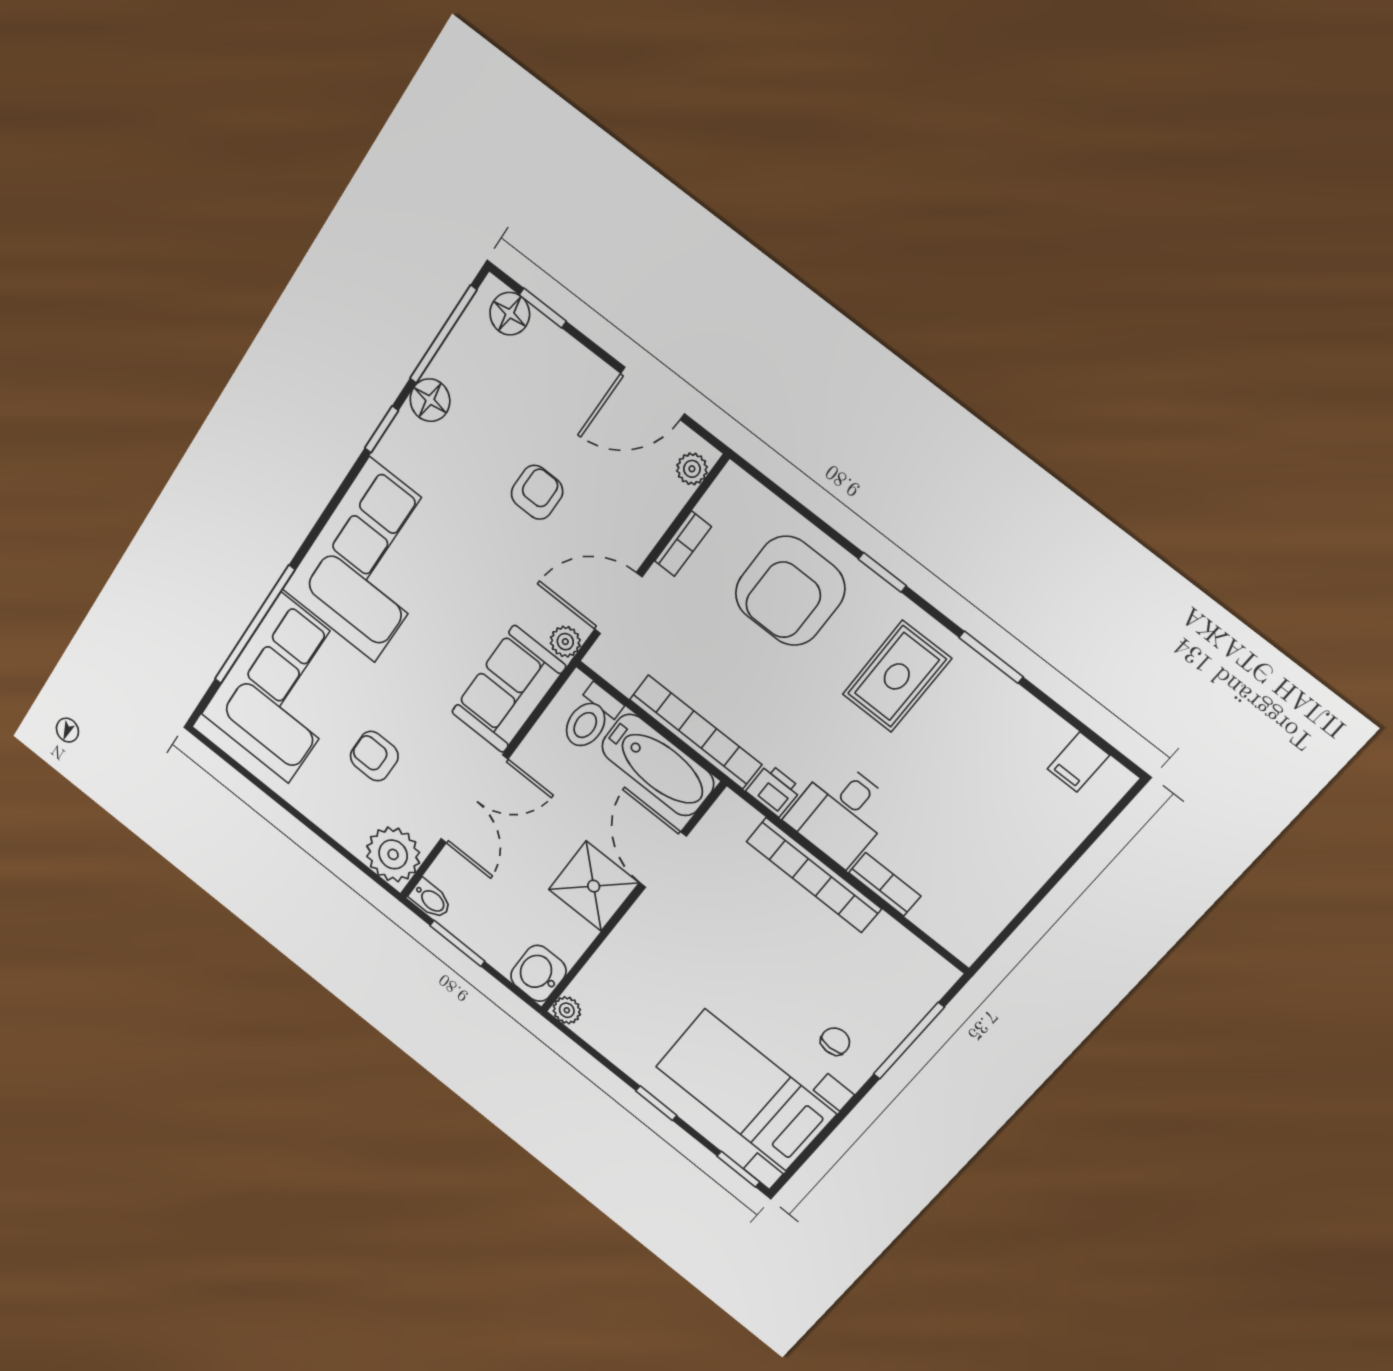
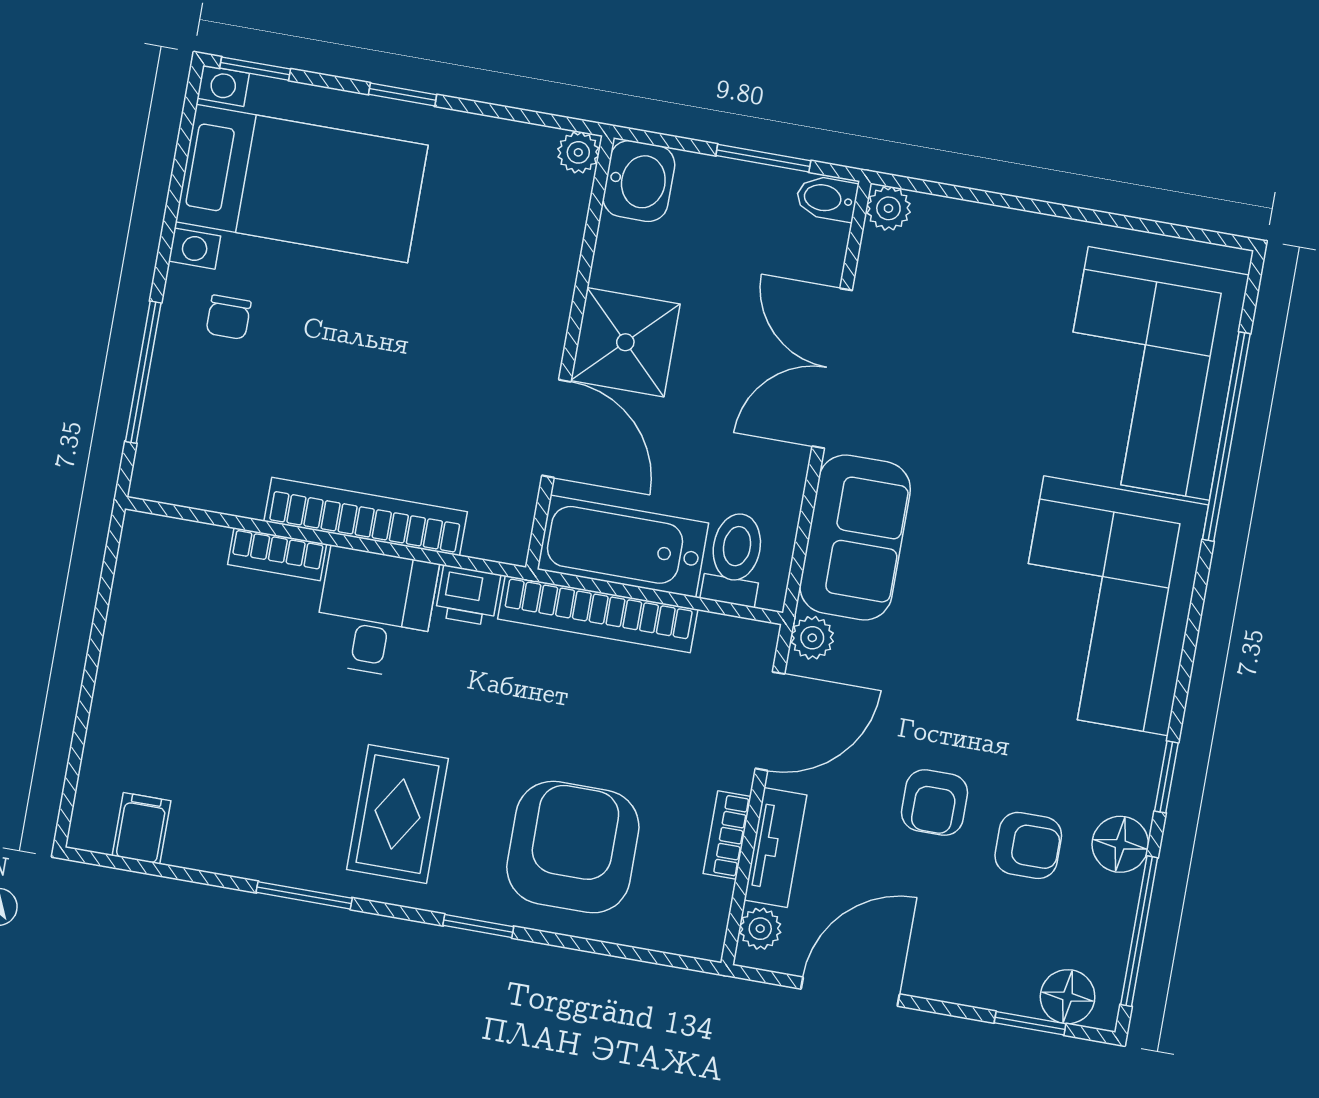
tv unit: (655, 518) -> (776, 848), added
armchair: (374, 756) -> (1028, 845), moved
plant: (393, 854) -> (888, 208), width x0.53, depth x0.53

